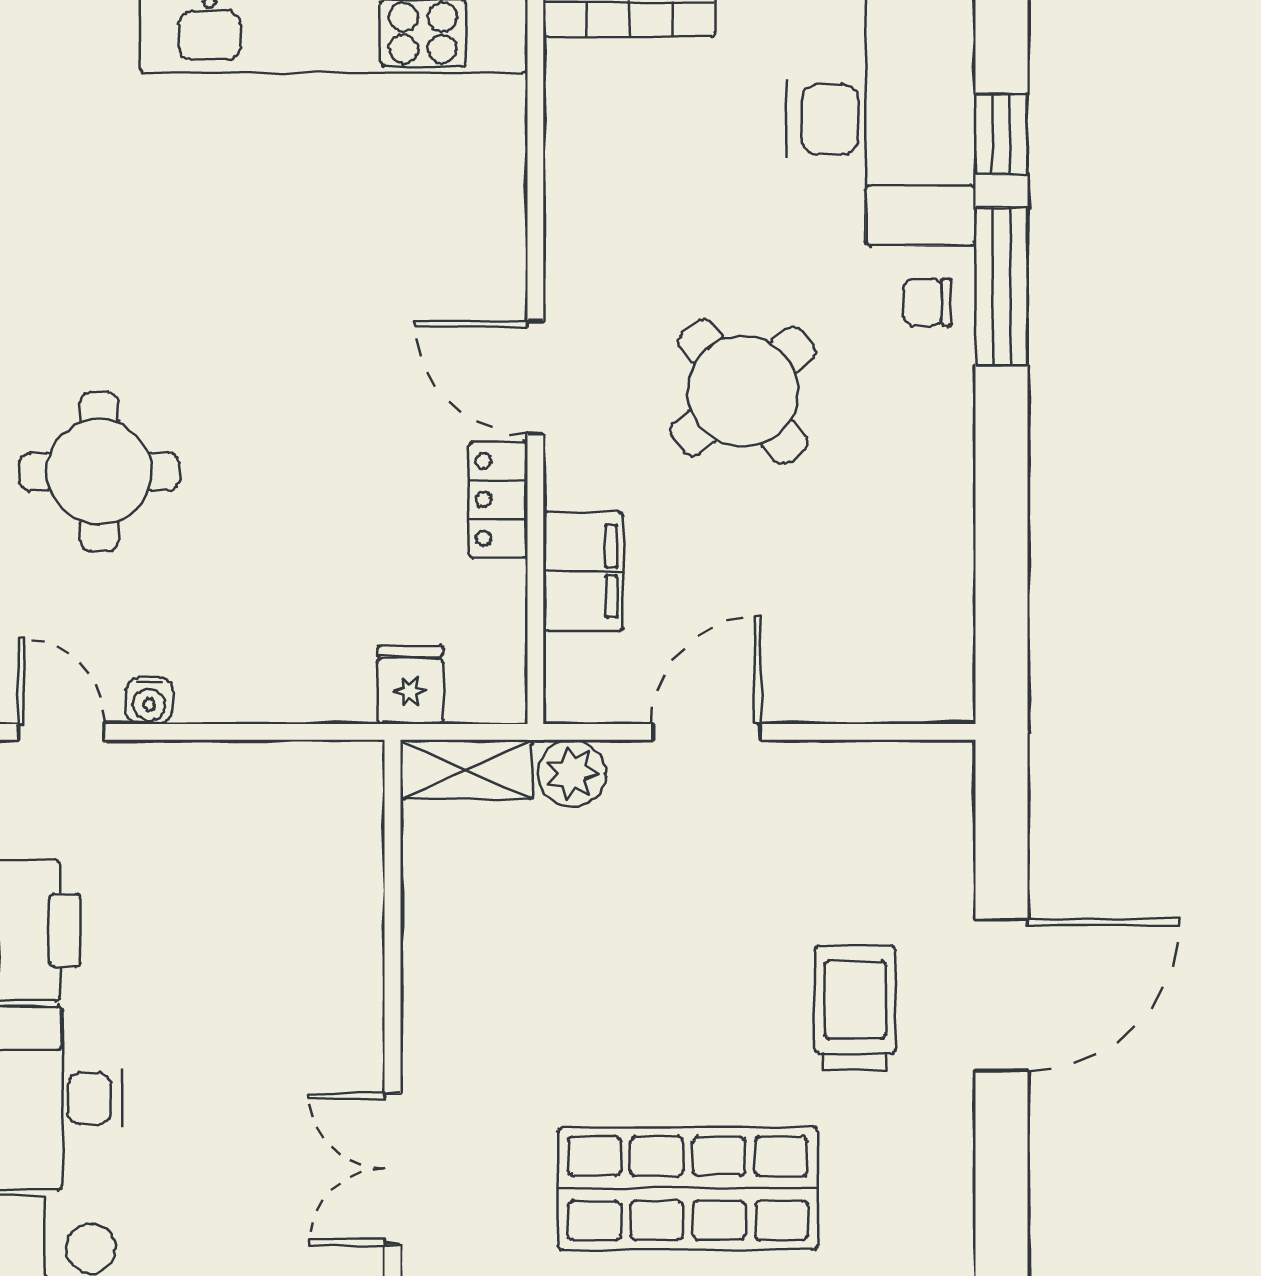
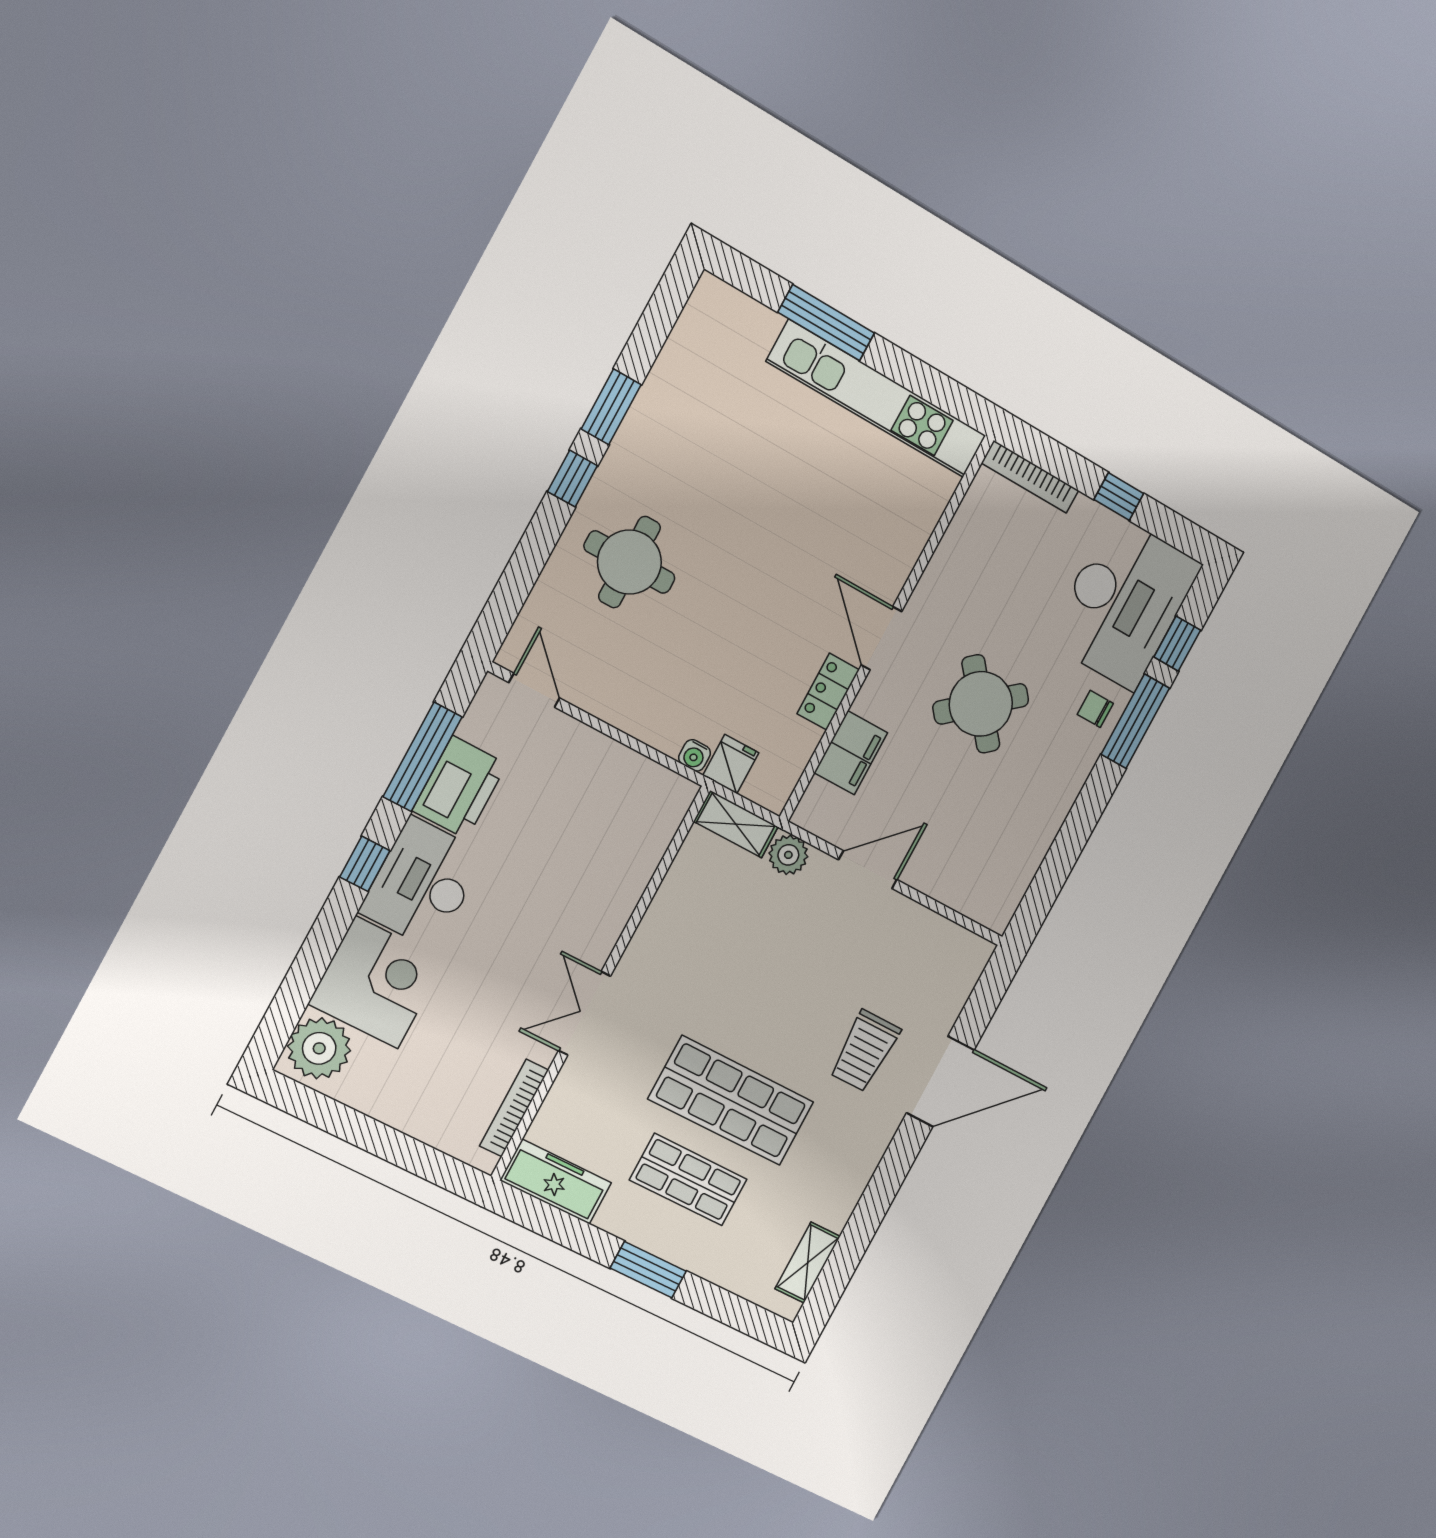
water cooler: (149, 701) -> (695, 755), moved
trolley: (855, 1008) -> (865, 1051), turned 180

